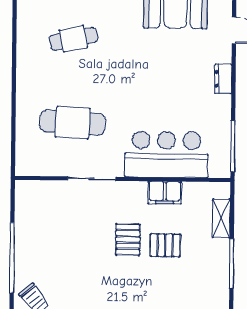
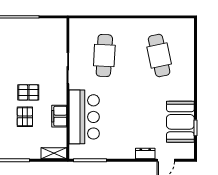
cafe table: (73, 39) -> (159, 55), width x1.37, depth x1.35
dresser: (223, 79) -> (145, 154), moved
shelving: (221, 218) -> (54, 153), moved

